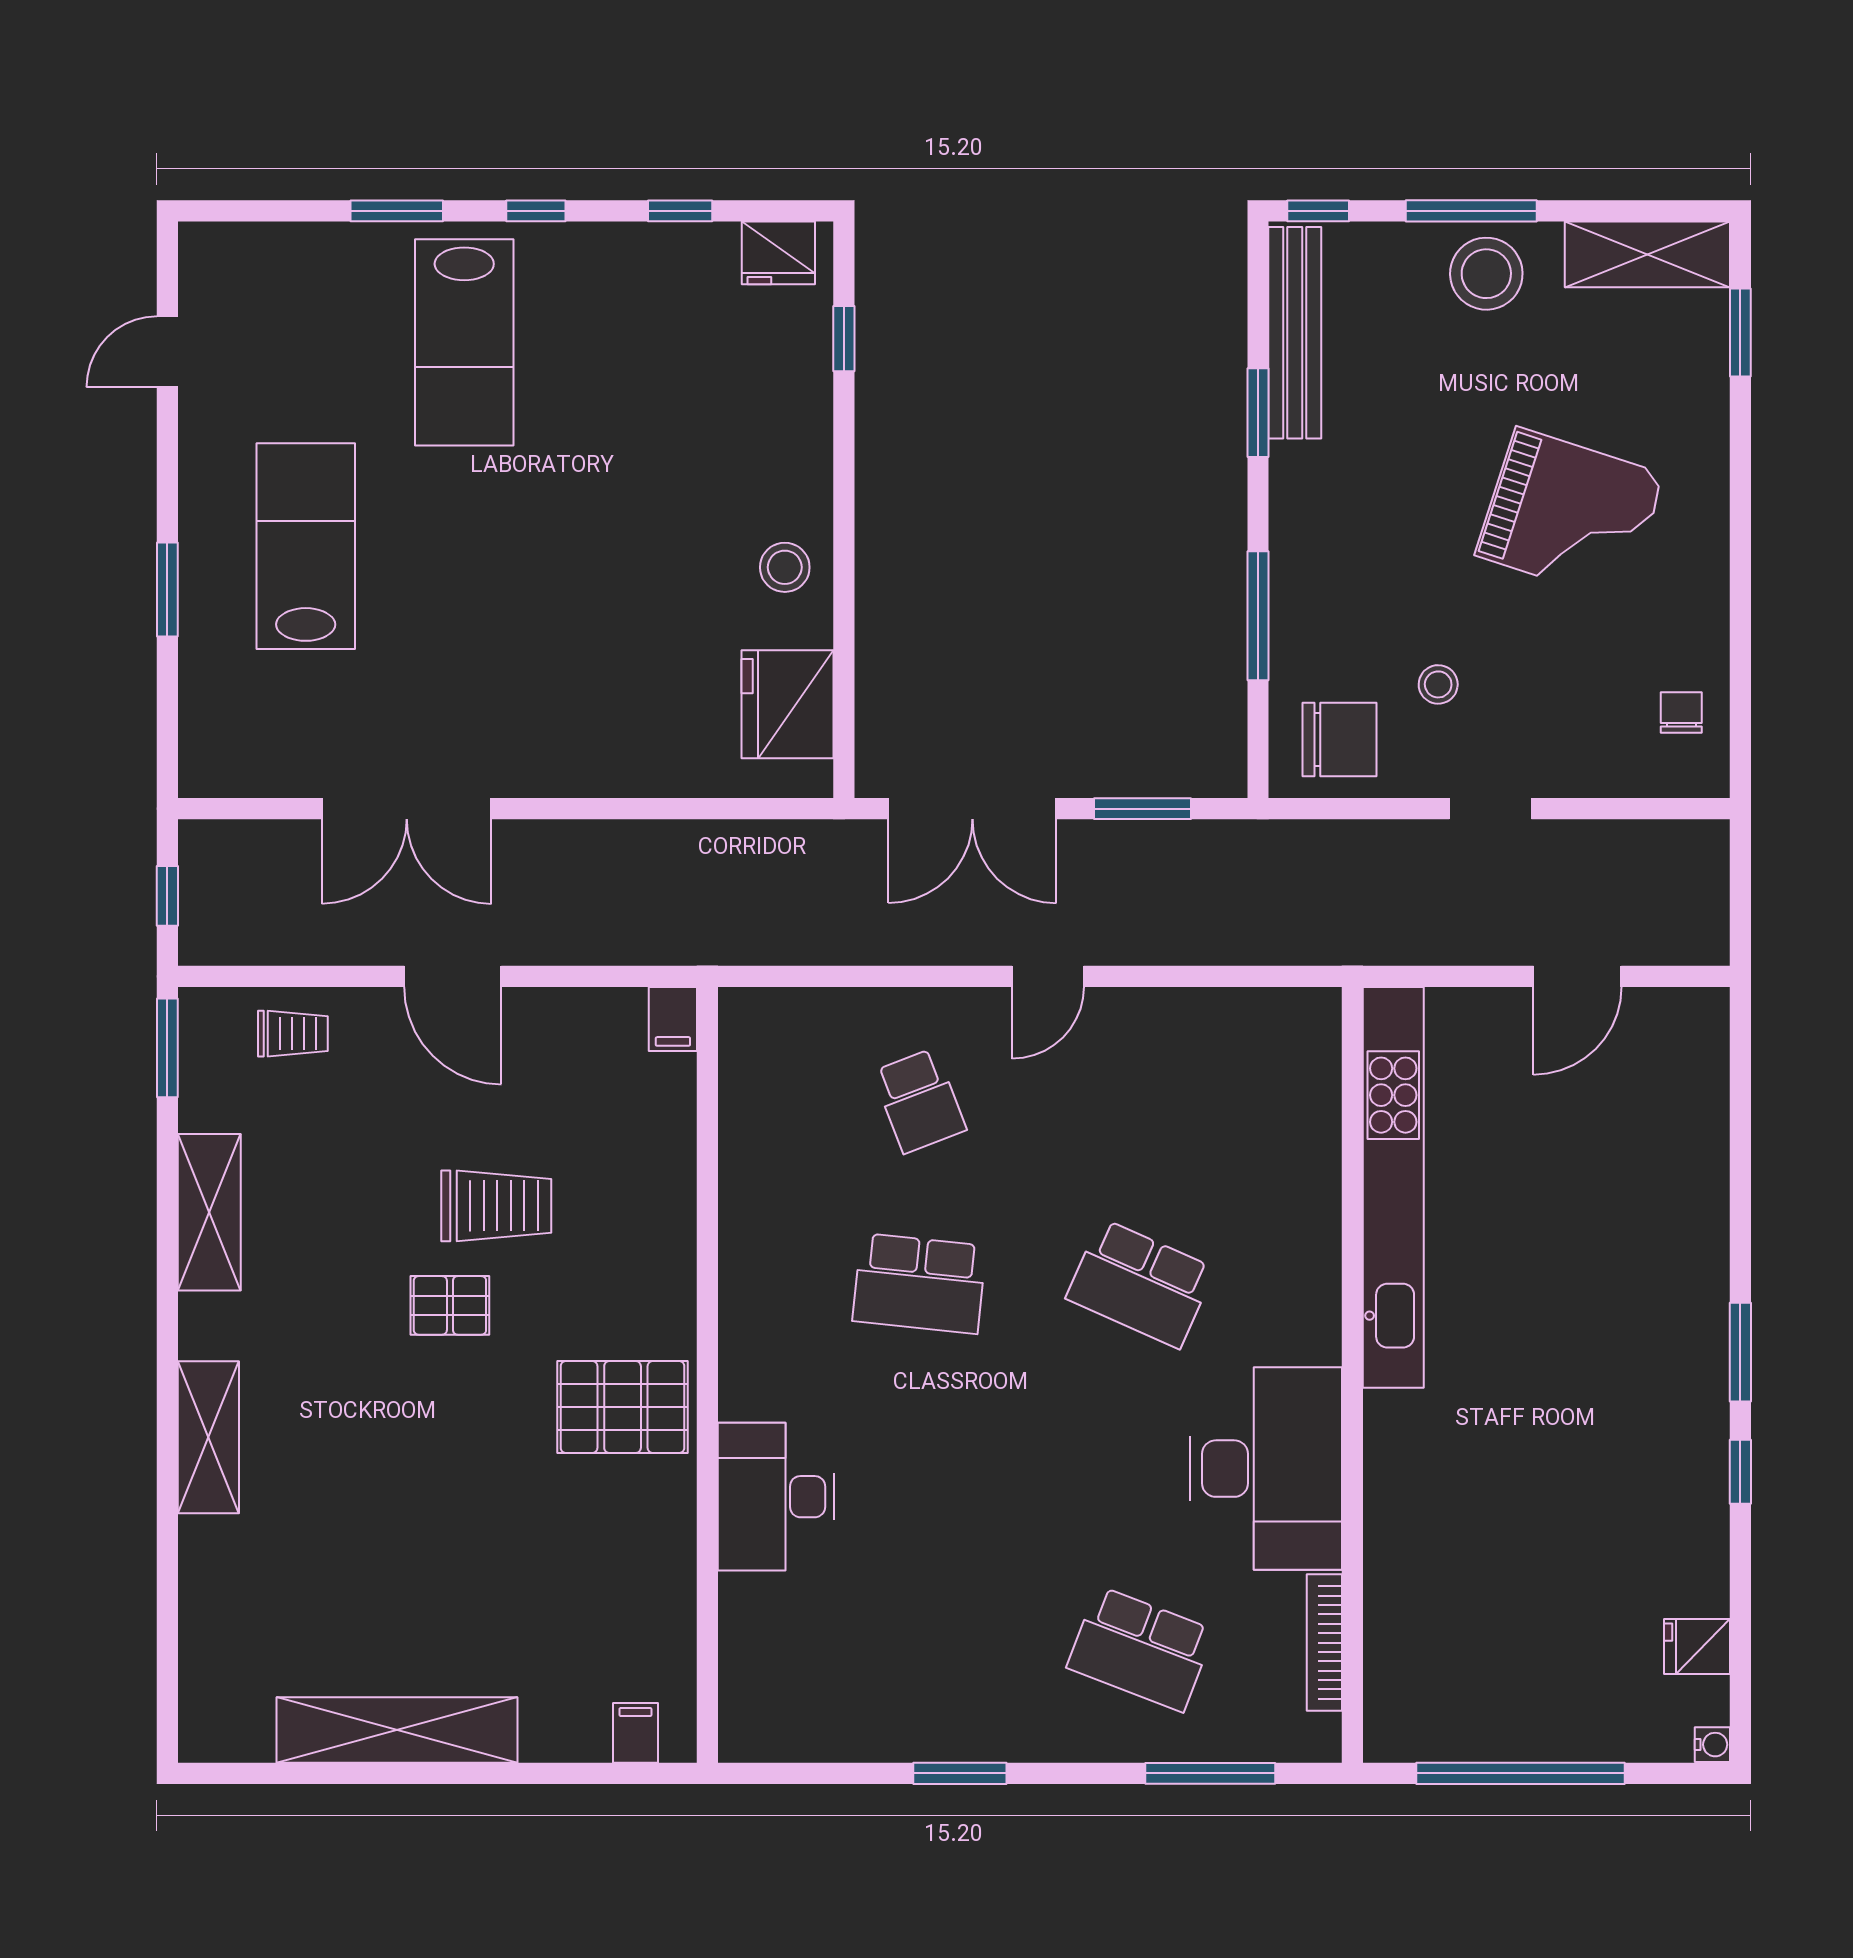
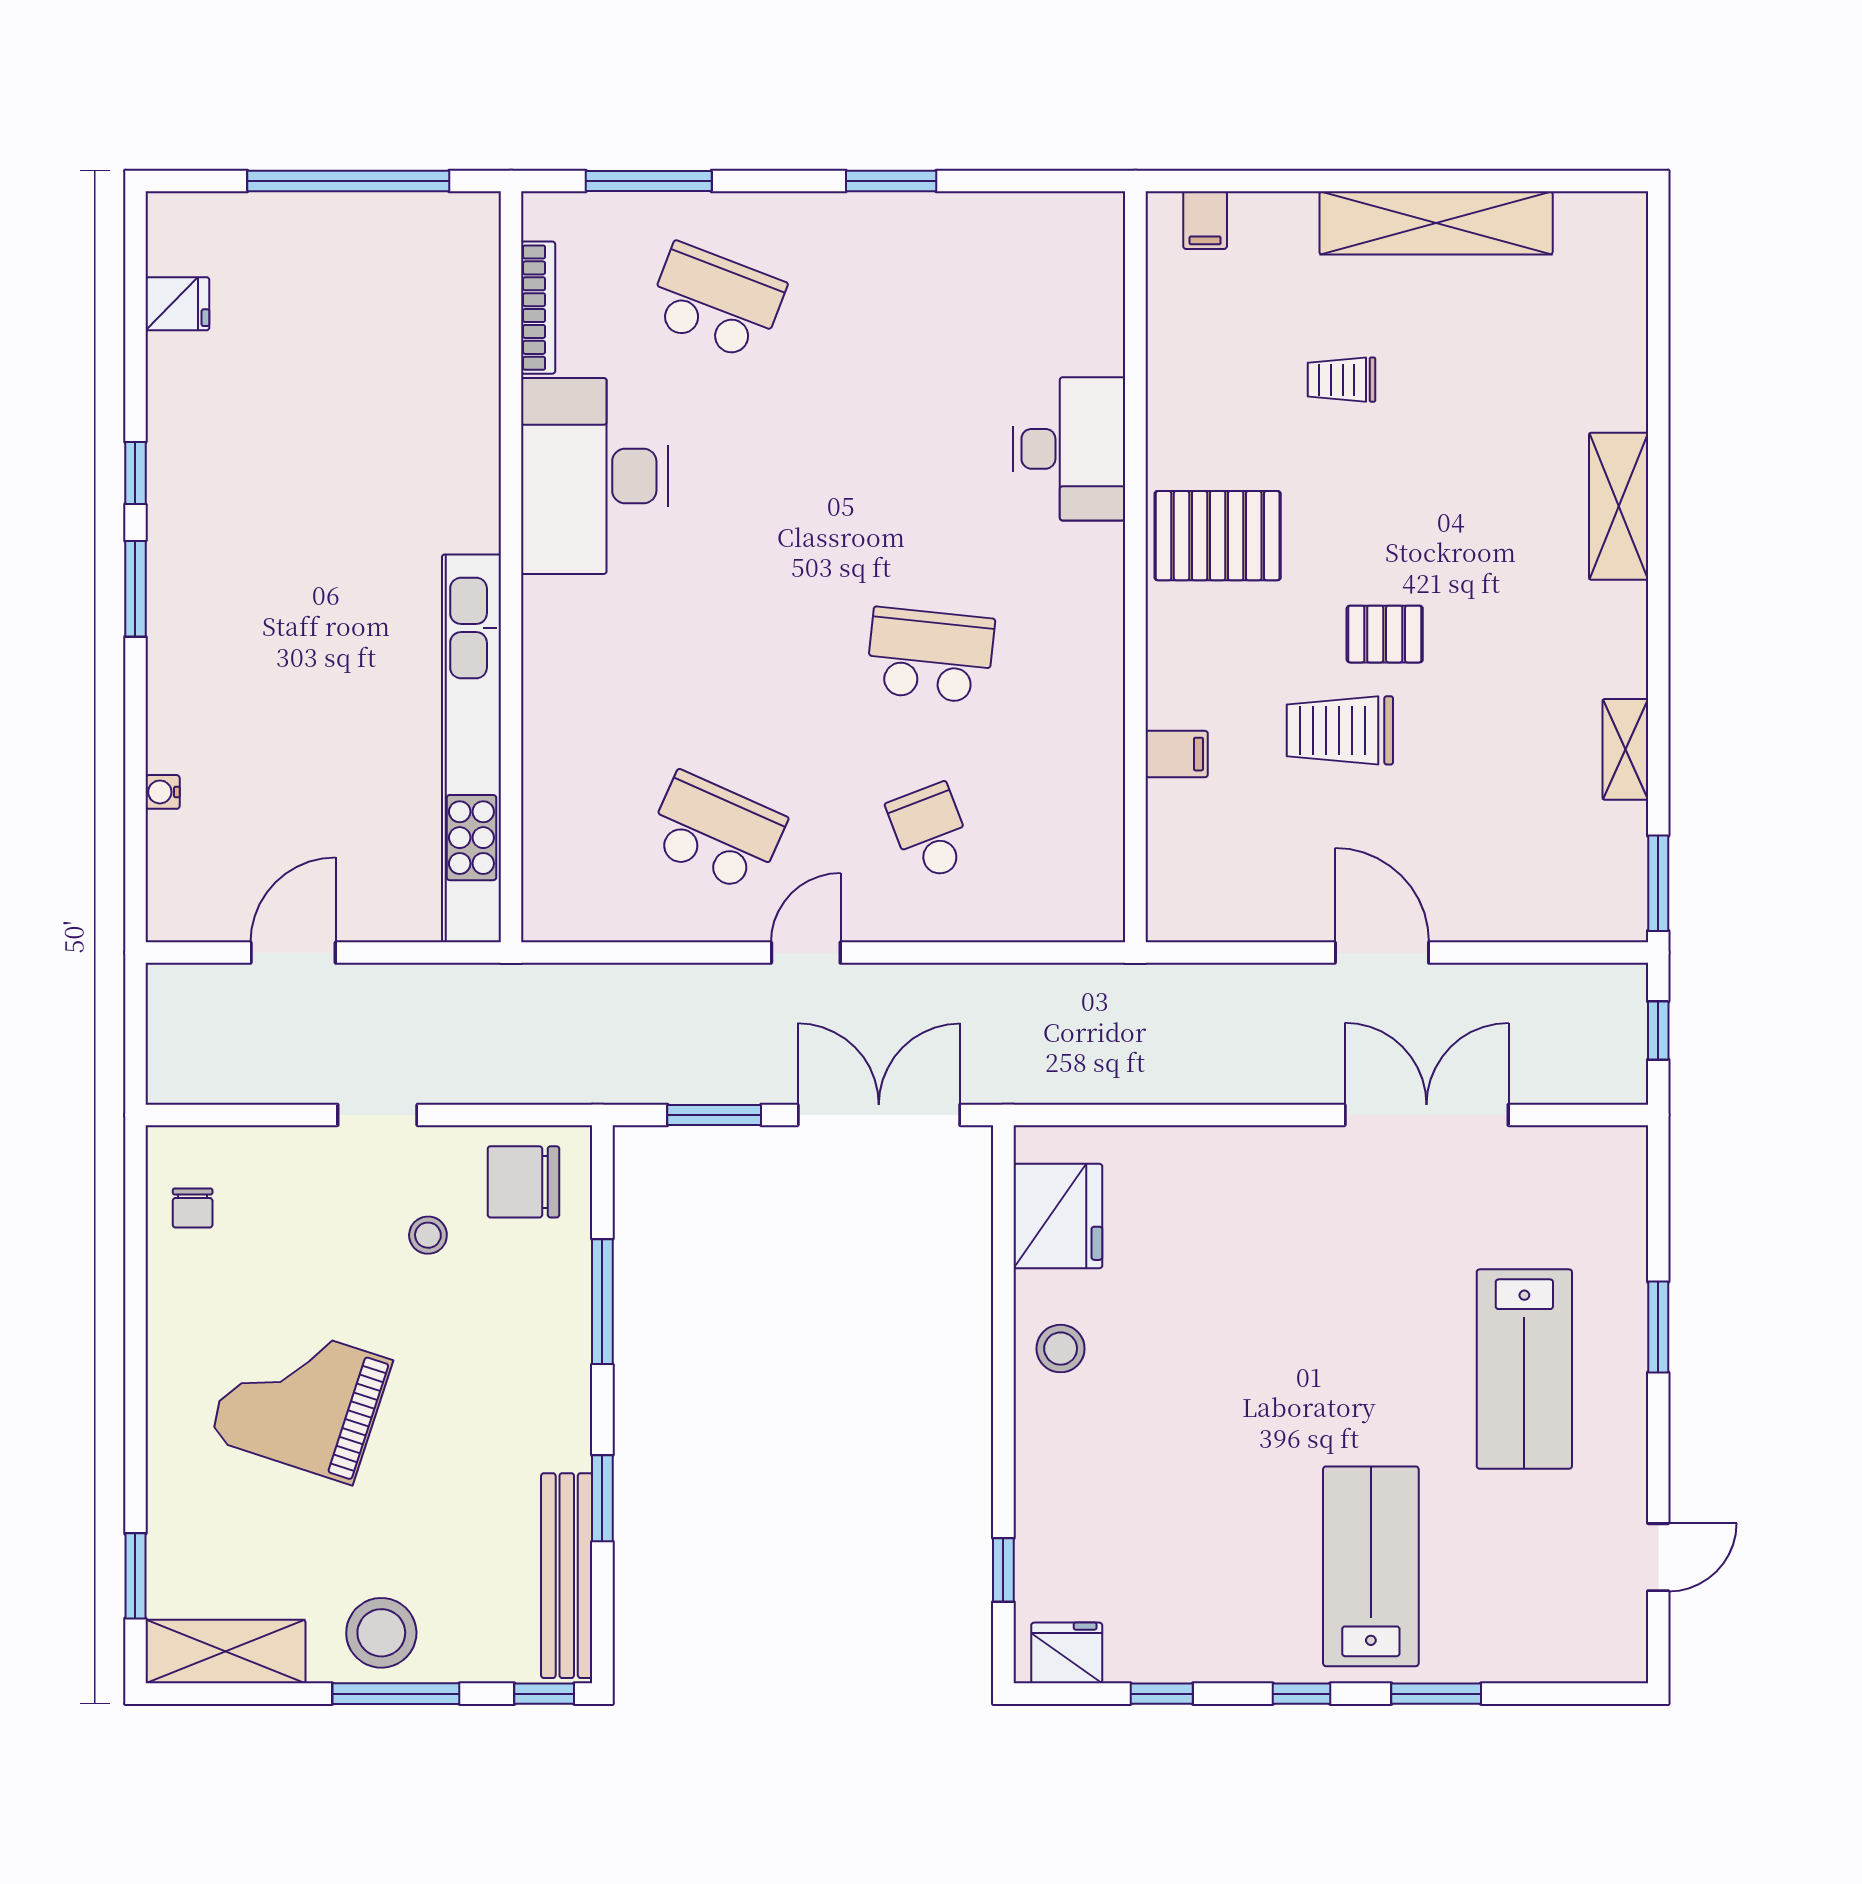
filing cabinet: (673, 1019) -> (1177, 754), moved, turned 90
trolley: (293, 1034) -> (1342, 380), moved
shelving: (209, 1212) -> (1625, 749), width x0.67, depth x0.75
school desk: (1140, 1283) -> (716, 832), moved
water cooler: (1712, 1745) -> (163, 792), moved

